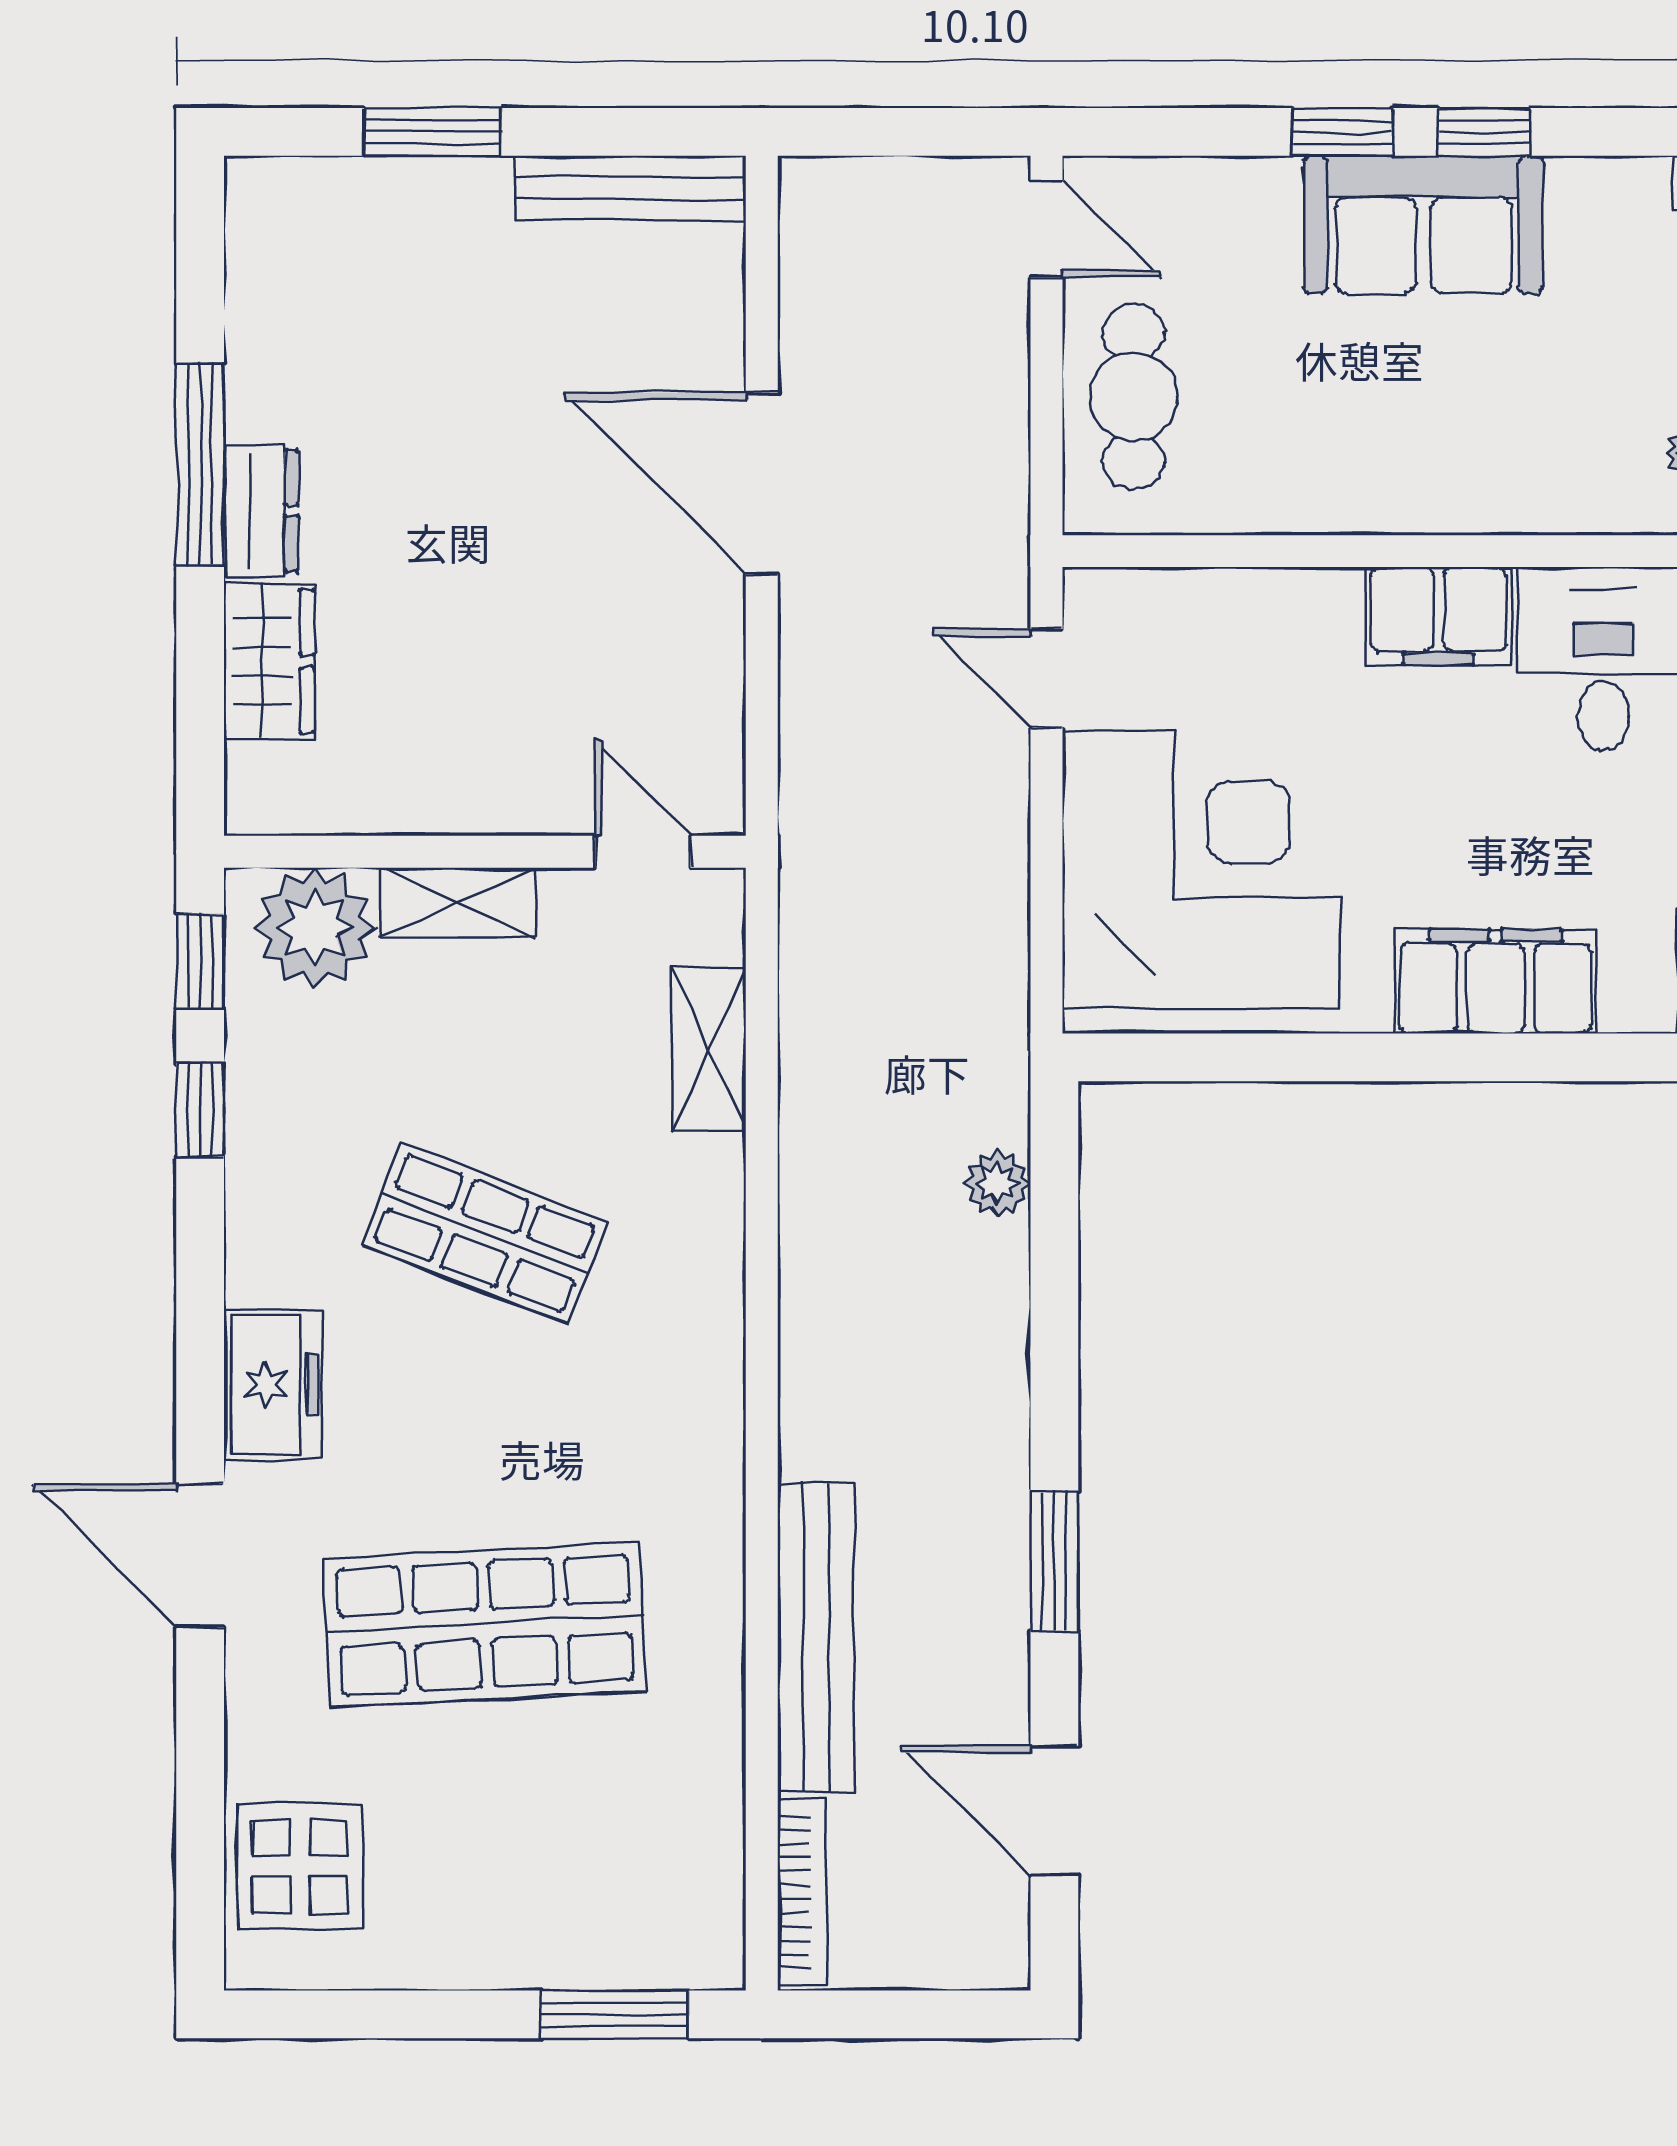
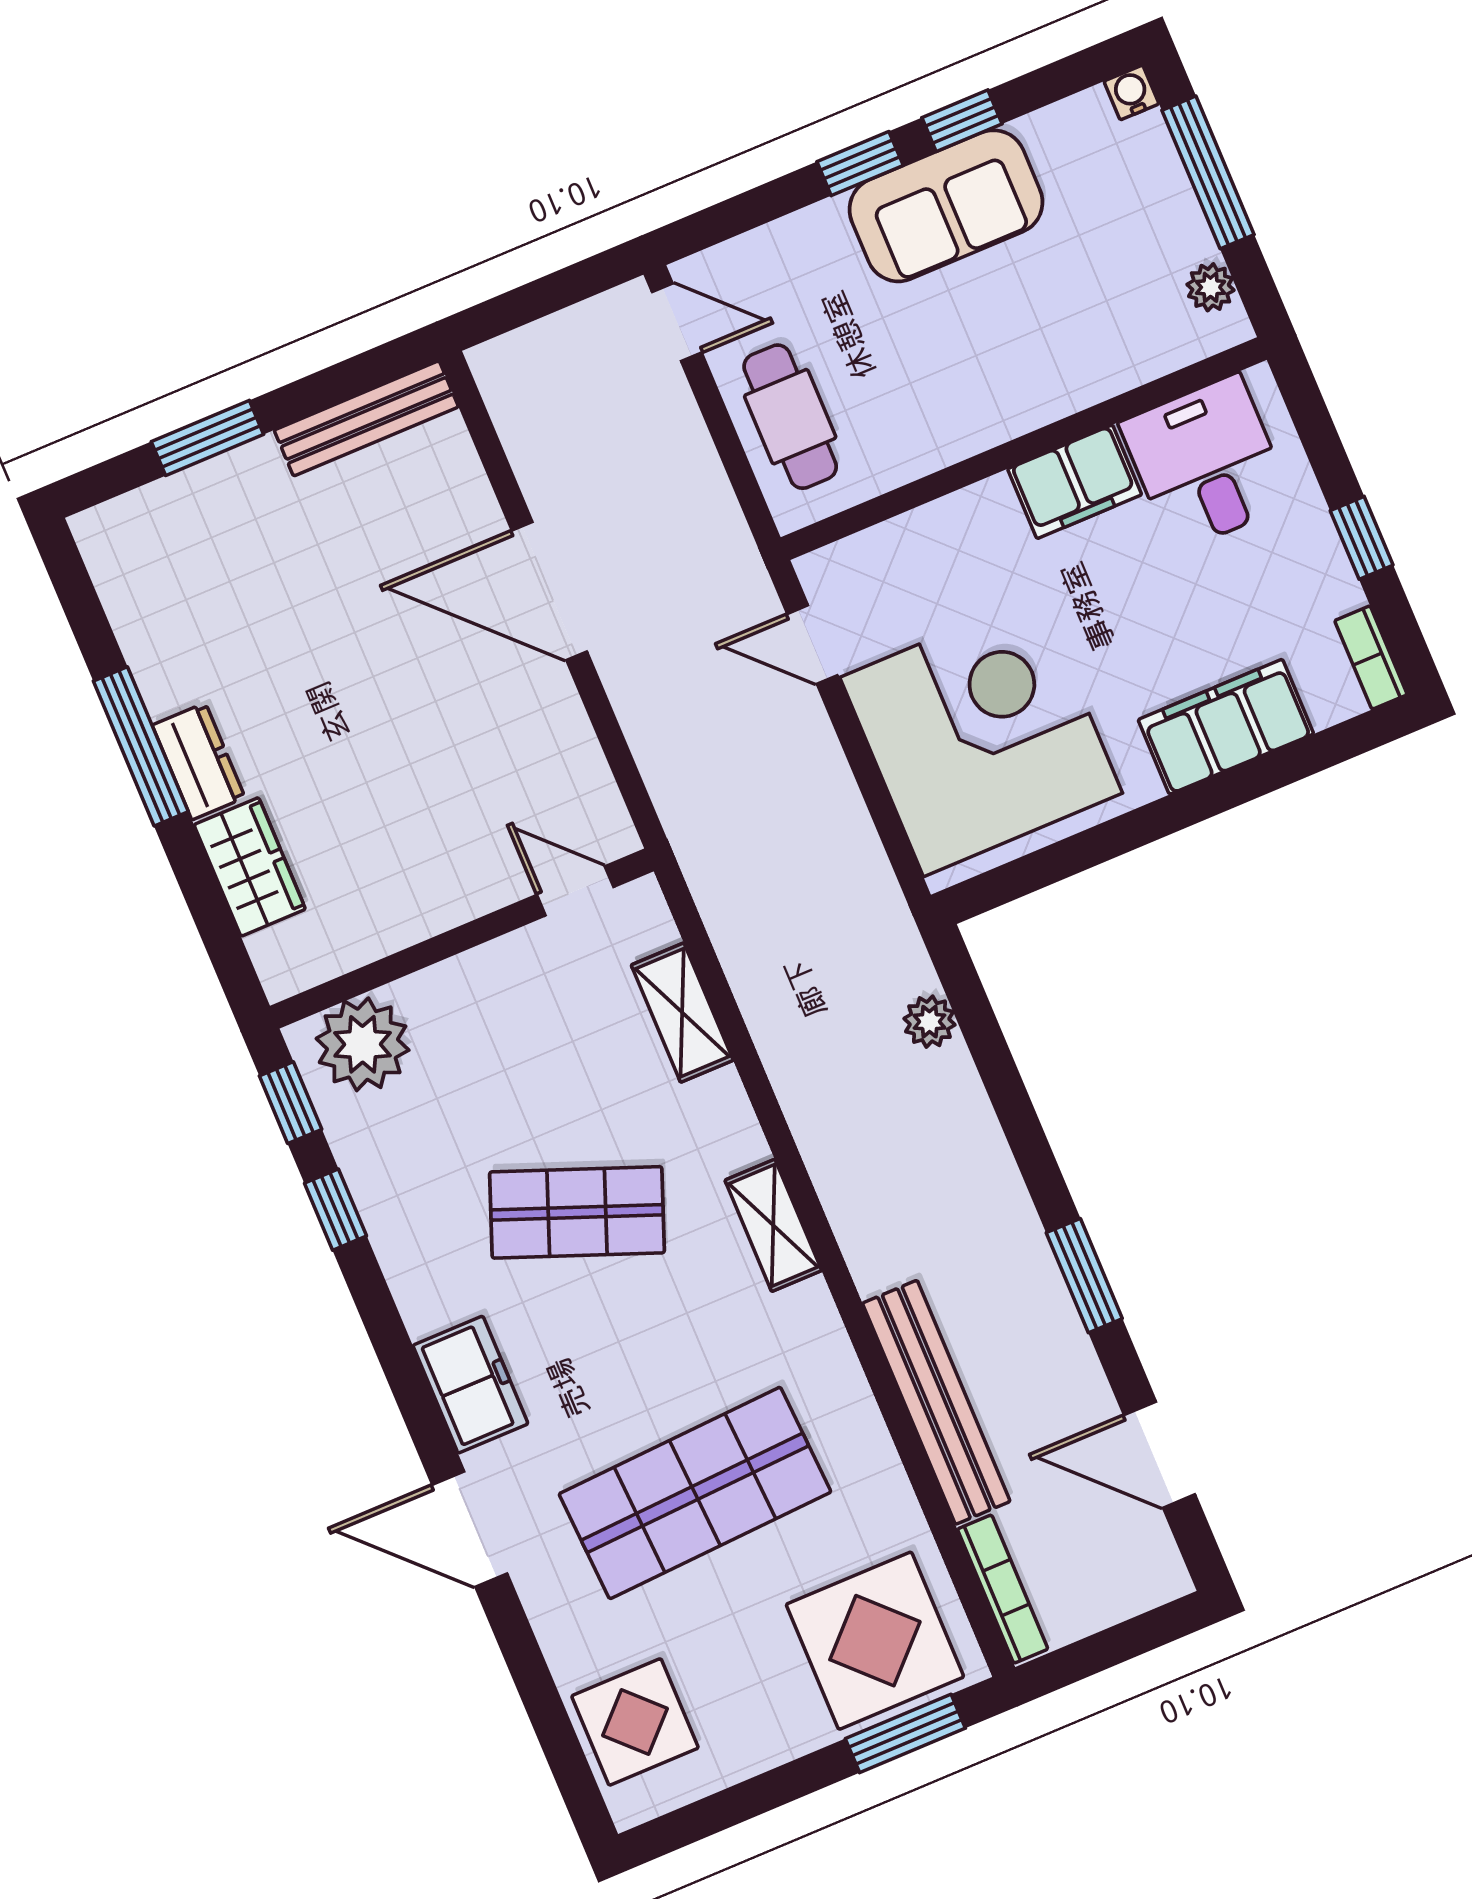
shelving: (459, 902) -> (773, 1225), moved, turned 90
display table: (625, 1889) -> (875, 1641), added

